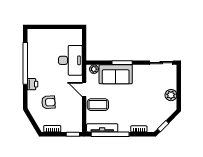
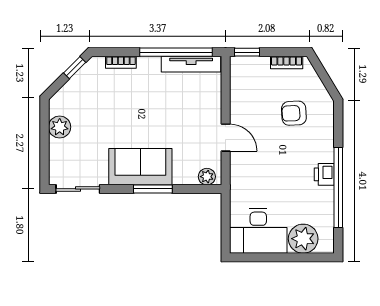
plant: (44, 37) -> (303, 239), added
desk: (70, 60) -> (258, 231), moved, turned -90
sofa: (116, 74) -> (140, 167), moved
printer: (33, 84) -> (324, 174), moved
coffee table: (98, 105) -> (199, 109), removed

